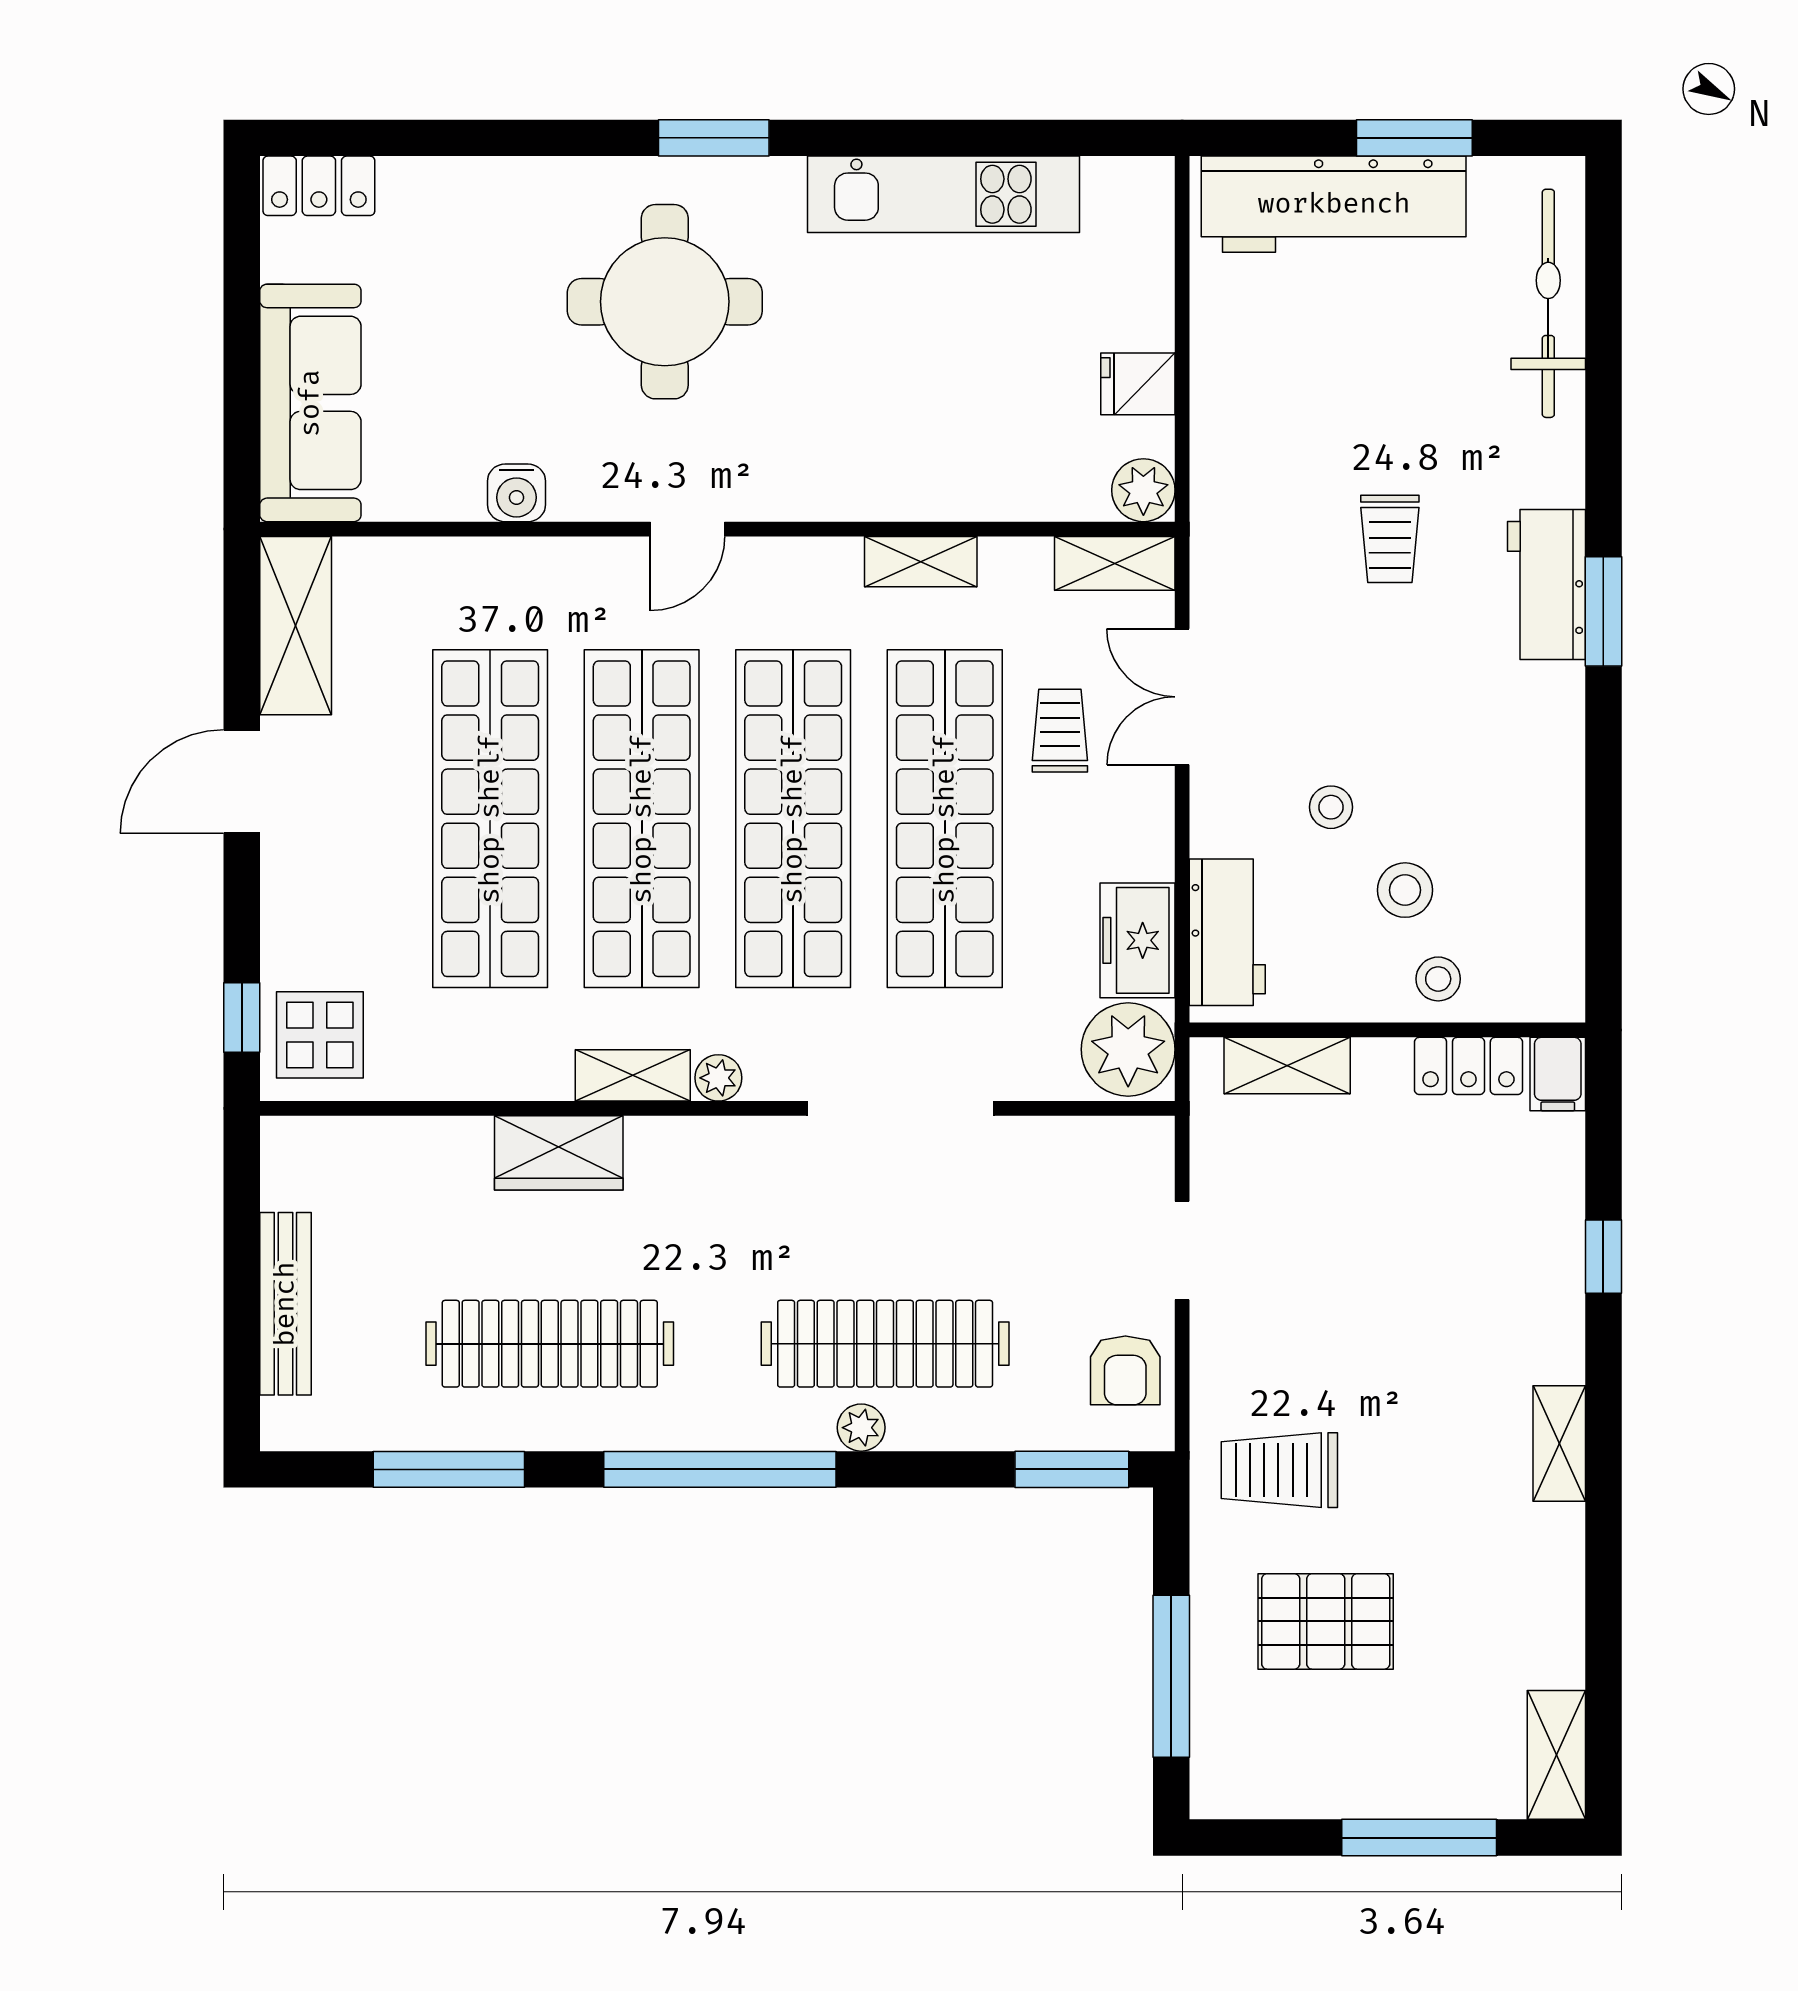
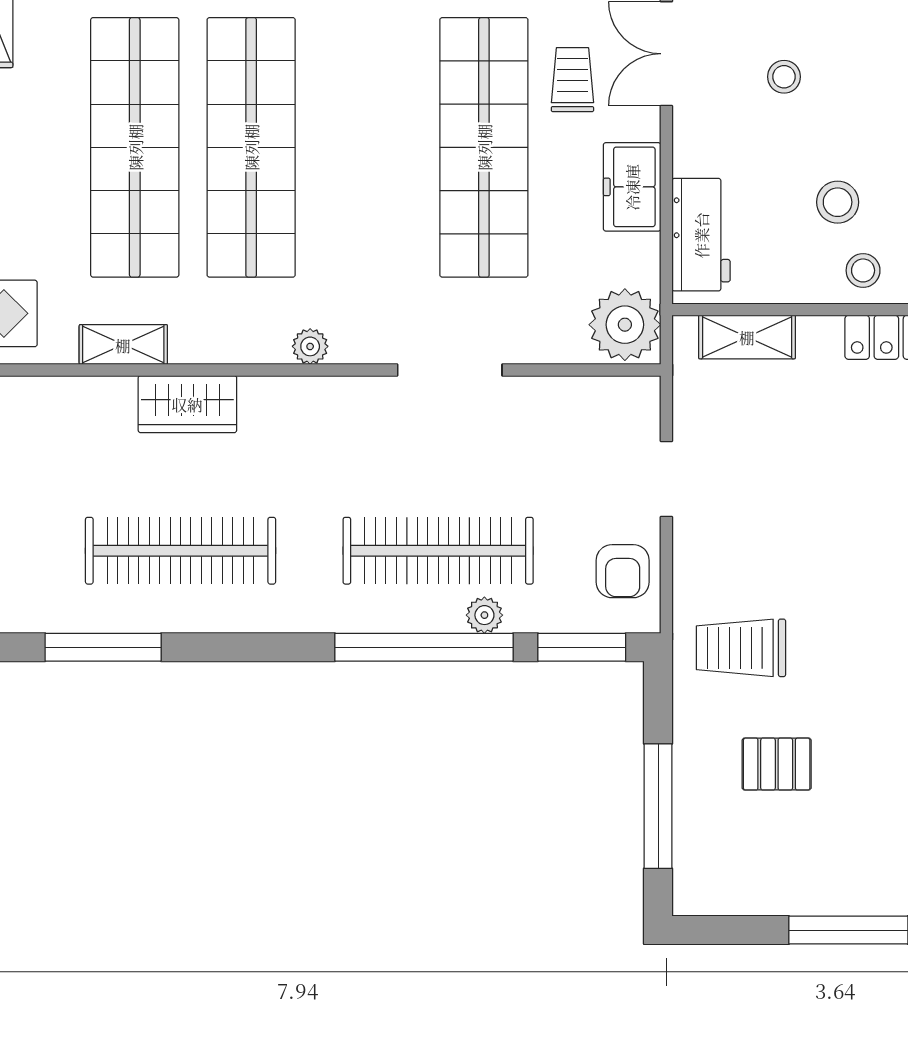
stool: (1331, 807) -> (784, 77), moved
shop shelf: (793, 819) -> (368, 147), removed
freezer: (1137, 940) -> (632, 187), moved
shelving: (633, 1075) -> (123, 345), moved
doorway: (900, 1108) -> (450, 370), width x0.73
plant: (861, 1428) -> (484, 615), moved
window: (720, 1469) -> (424, 647), moved
pallet: (1326, 1621) -> (777, 764), width x0.67, depth x0.71

